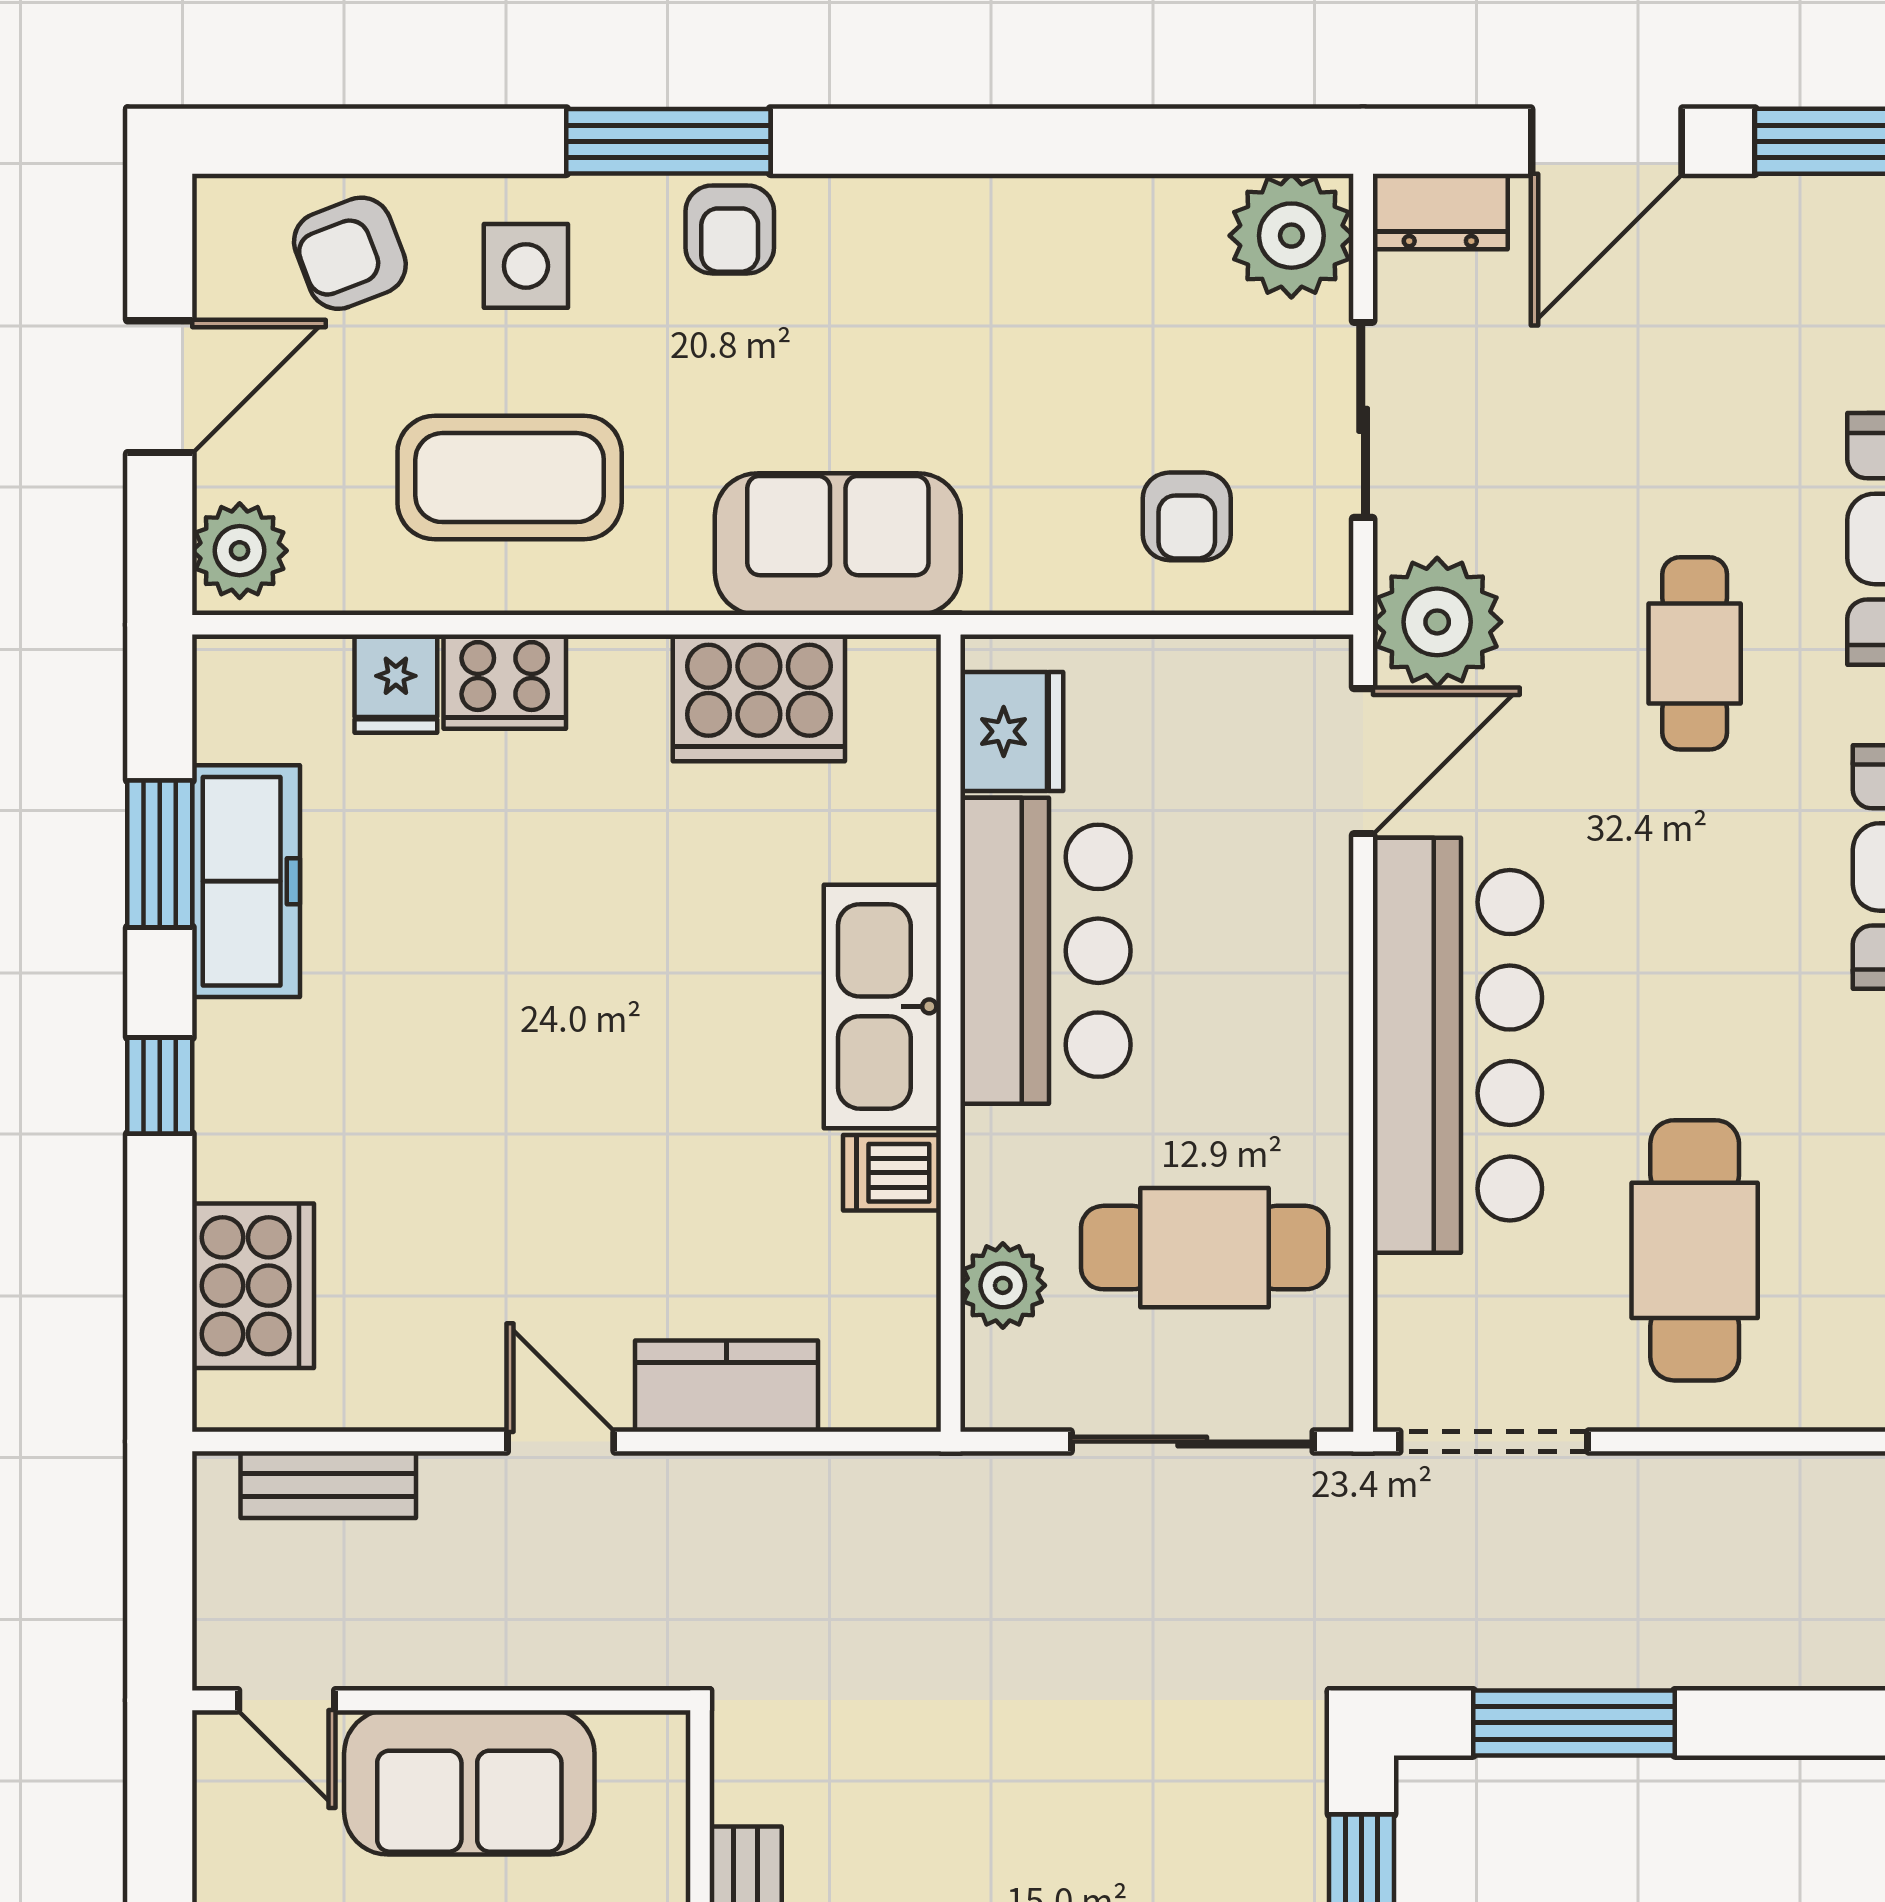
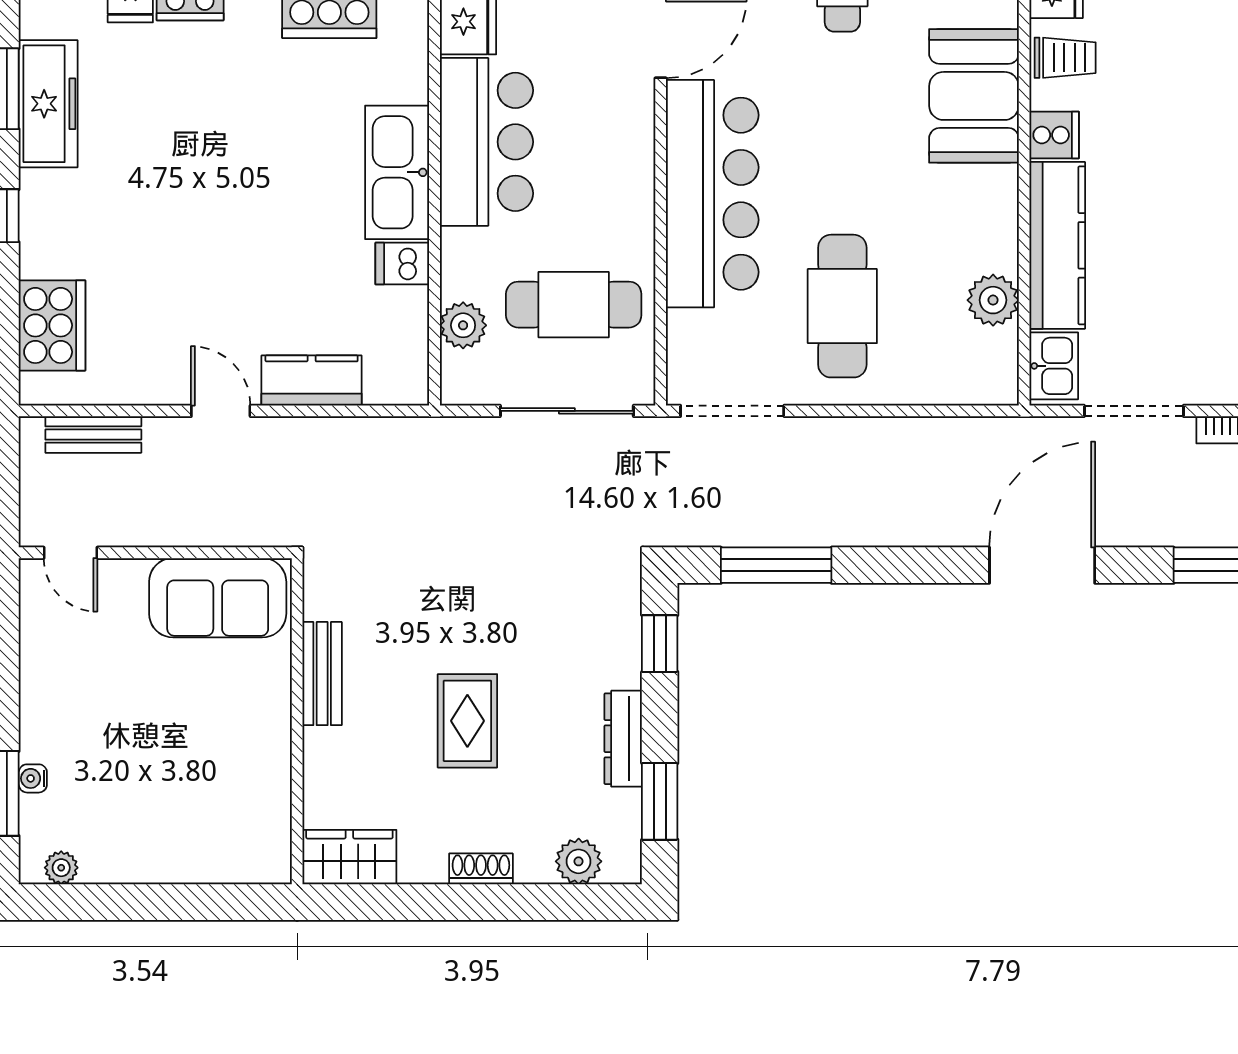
sofa: (469, 1782) -> (218, 598), moved

